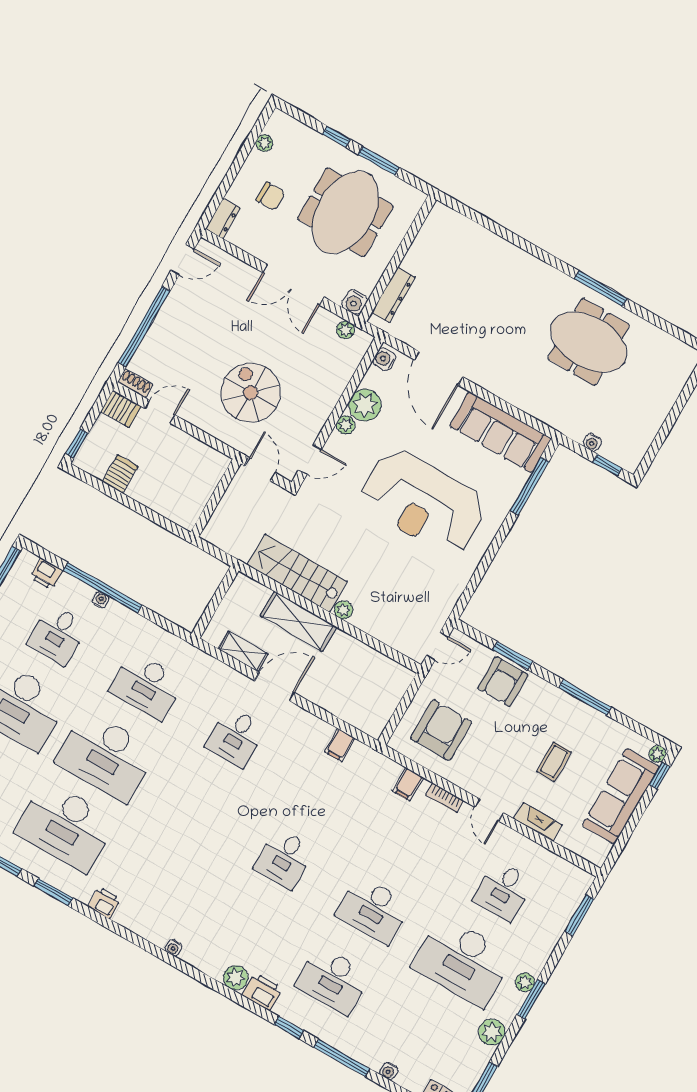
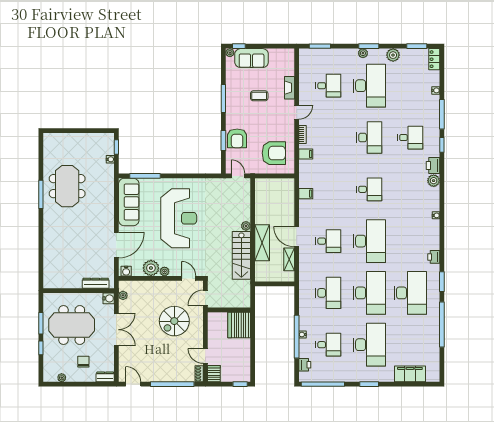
server rack: (120, 474) -> (239, 325), moved, width x2.18, depth x1.44
armchair: (503, 682) -> (237, 138), turned 90
armchair: (441, 730) -> (274, 153), turned 180
sofa: (621, 796) -> (252, 58), width x0.73
desk: (195, 807) -> (369, 241), added
desk: (333, 980) -> (410, 138), width x0.73

